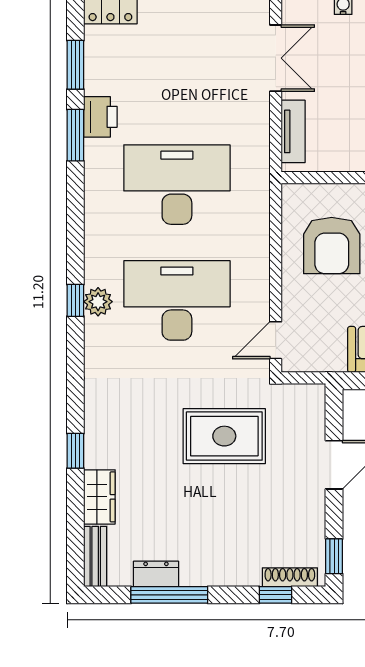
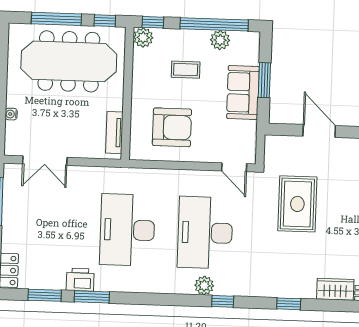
double door: (276, 58) -> (45, 161), swing flipped
tv unit: (293, 131) -> (114, 133), moved, turned -90
window: (75, 300) -> (223, 301), moved
window: (75, 451) -> (289, 304), moved

